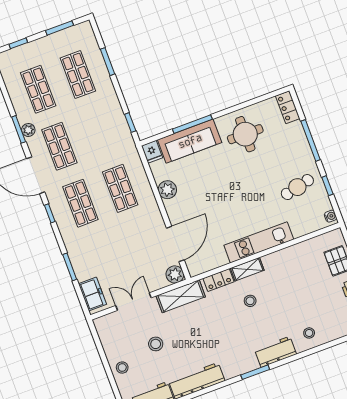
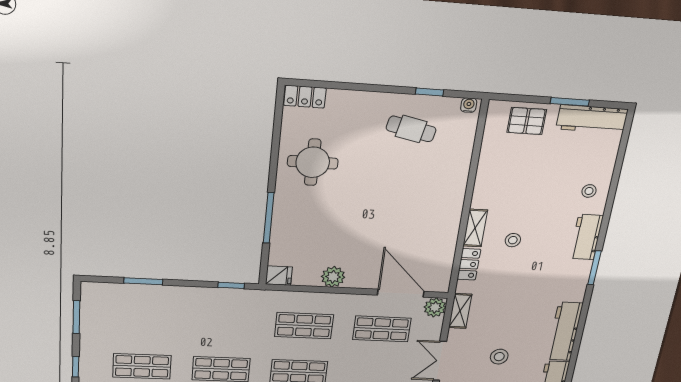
shop shelf: (78, 75) -> (382, 329), moved
window: (311, 140) -> (362, 87), removed
sofa: (190, 141) -> (288, 229), removed
cafe table: (297, 187) -> (411, 129), turned -65
kitchen unit: (259, 242) -> (452, 202), removed
shelving: (181, 296) -> (460, 311), width x0.67, depth x0.75

